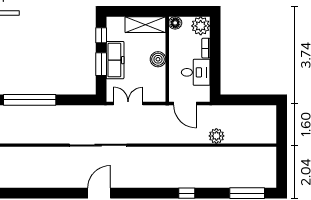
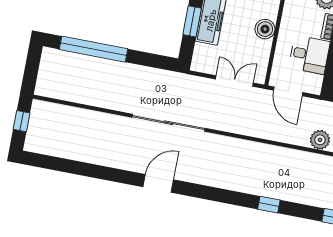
double door: (128, 103) -> (234, 81), moved

